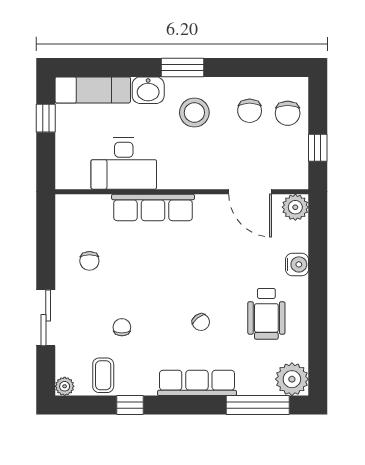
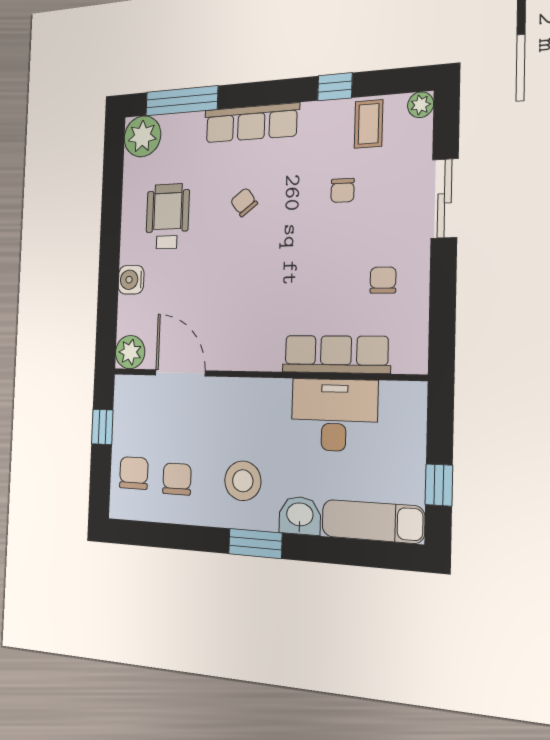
row of seats: (153, 207) -> (336, 354), moved

